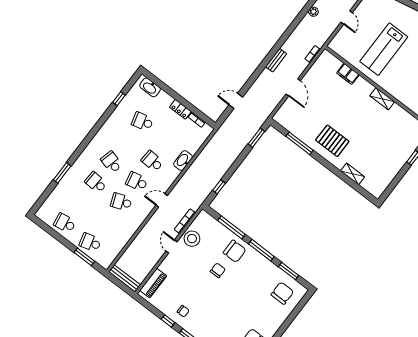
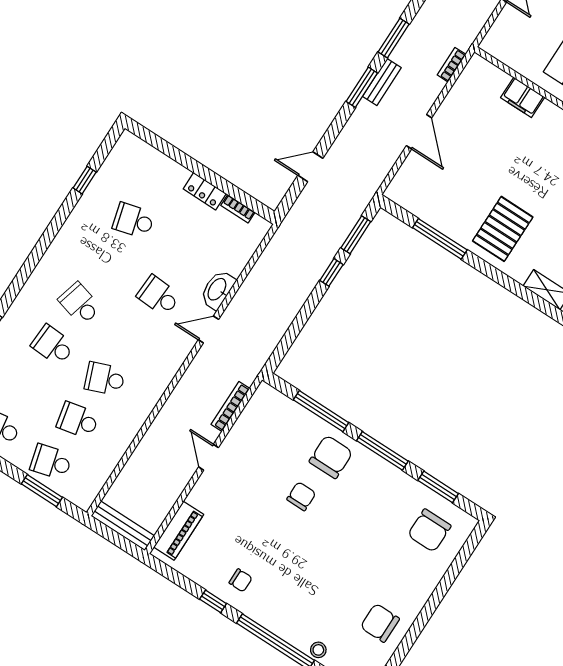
window: (284, 38) -> (394, 38), added
window: (265, 62) -> (362, 87), added
washbasin: (150, 87) -> (143, 154), removed
pallet: (332, 141) -> (503, 229), turned 90
school desk: (137, 182) -> (78, 420), moved
window: (219, 187) -> (331, 272), moved
door: (162, 200) -> (208, 329), moved
stool: (192, 239) -> (247, 439), removed
chair: (235, 251) -> (331, 457), turned -90
chair: (282, 293) -> (429, 530), turned 180

